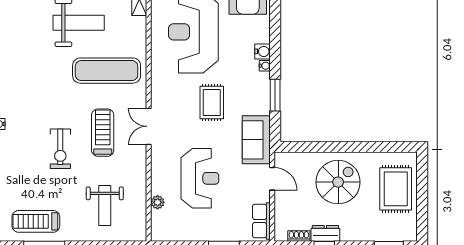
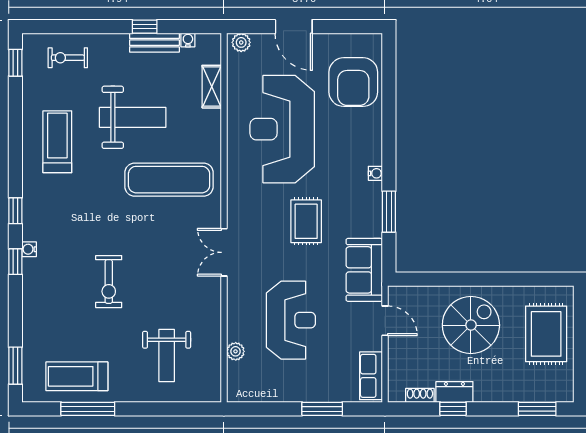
water cooler: (263, 51) -> (372, 155), removed
treadmill: (103, 133) -> (57, 142), moved

